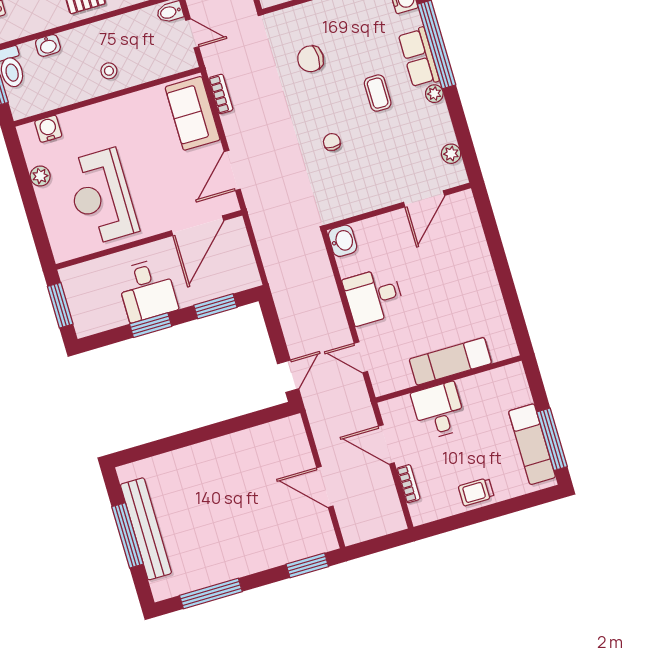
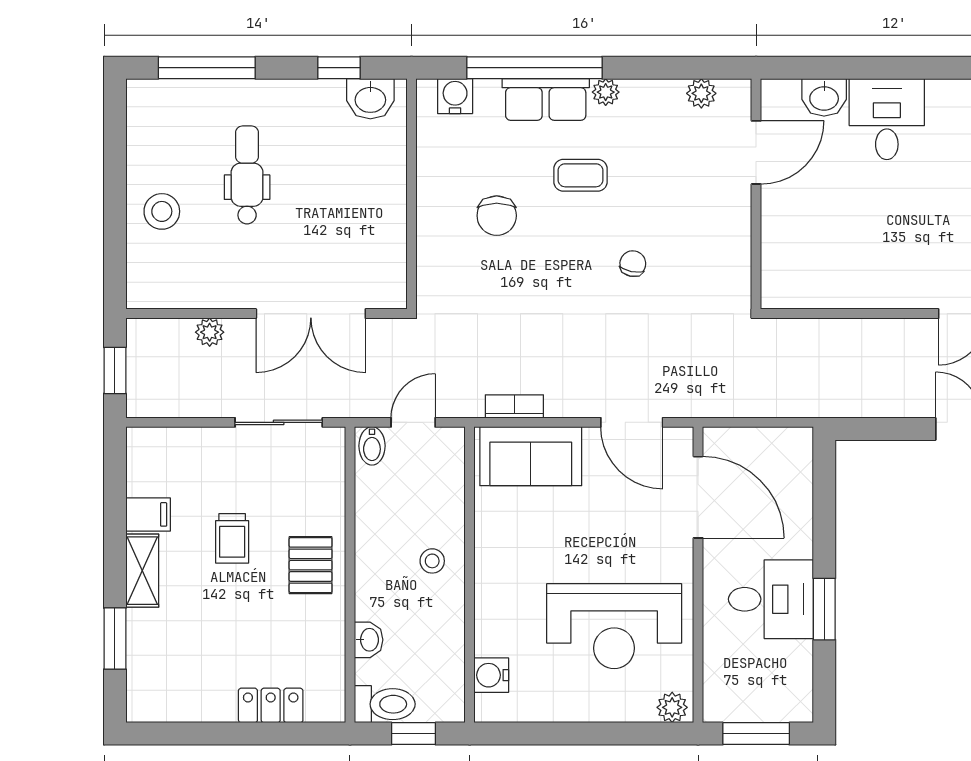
chair: (311, 59) -> (497, 216), moved
chair: (332, 142) -> (633, 264), turned 101
plant: (40, 176) -> (672, 707), moved
door: (424, 199) -> (756, 152), hinge flipped
washbasin: (343, 241) -> (824, 97), moved, turned 180
desk: (374, 296) -> (887, 119), moved, turned 180
window: (215, 306) -> (824, 506), removed

